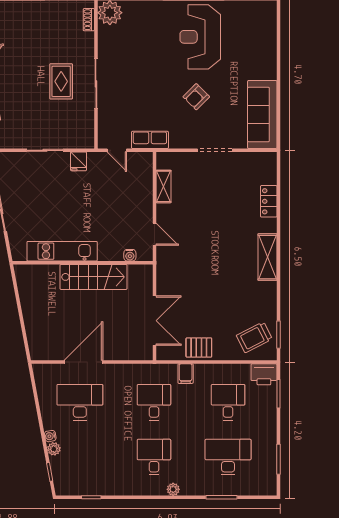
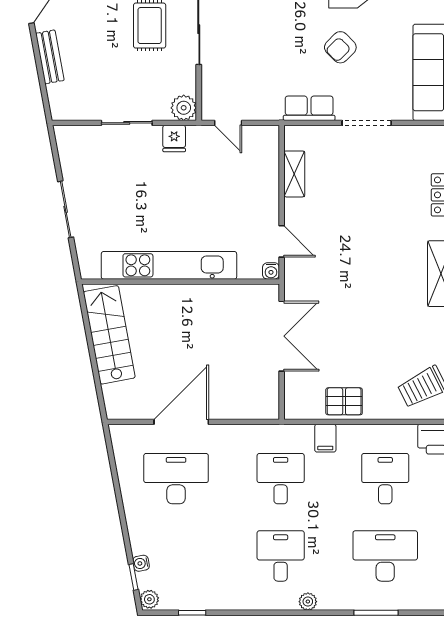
plant: (85, 140) -> (184, 108), added
row of seats: (150, 140) -> (309, 108), moved
kitchen unit: (62, 251) -> (169, 265), width x1.36
water cooler: (130, 255) -> (271, 271), moved
stairs: (93, 277) -> (109, 335), moved, turned -100
double door: (155, 321) -> (282, 336), moved
water cooler: (50, 436) -> (141, 563), moved
plant: (54, 449) -> (149, 599), moved

